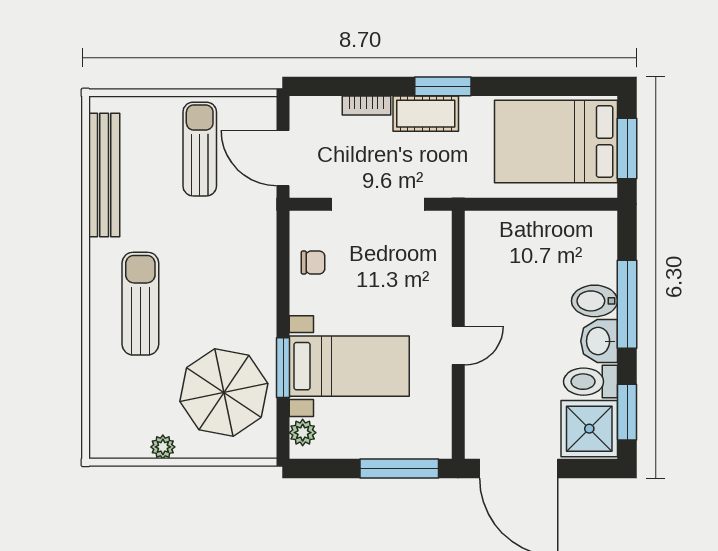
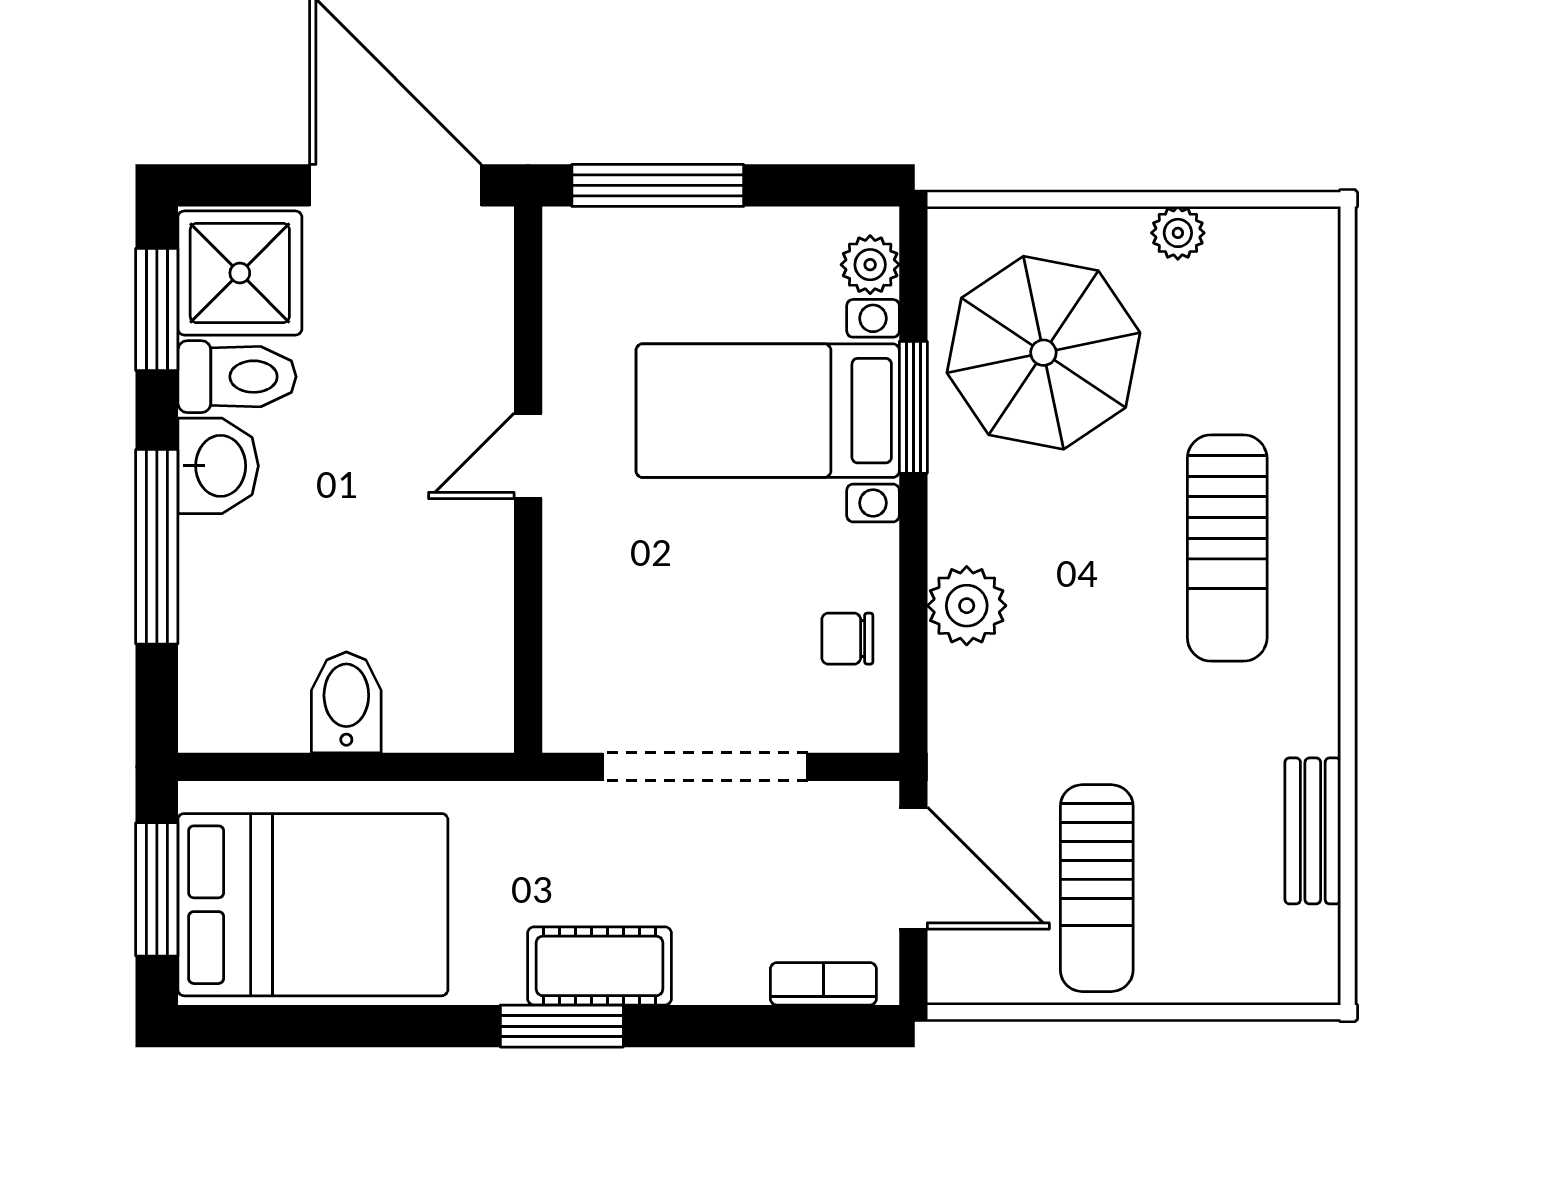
bookcase: (366, 106) -> (823, 984), moved
bench: (104, 175) -> (1313, 831), width x0.54, depth x0.82
plant: (259, 277) -> (967, 606), added
bidet: (595, 301) -> (346, 702), moved, turned -90

